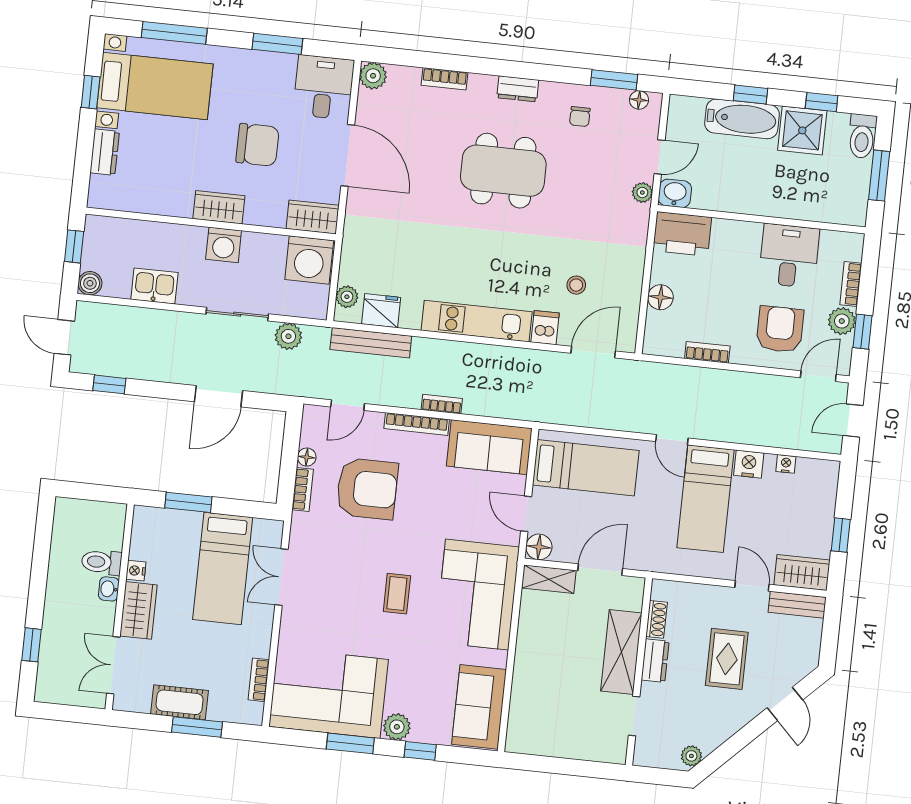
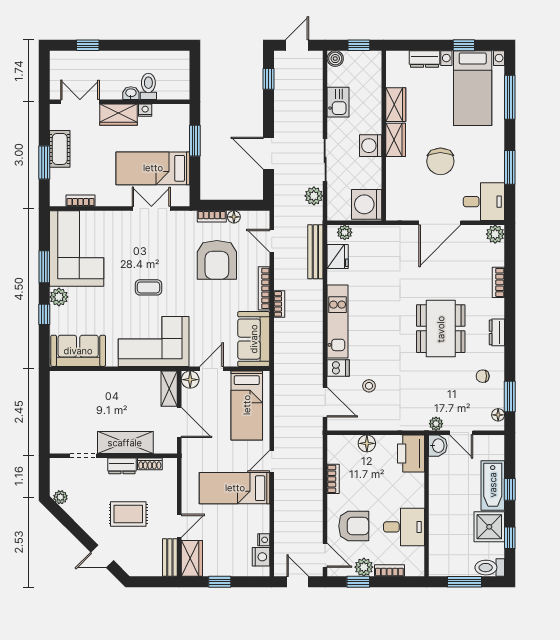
wardrobe: (313, 217) -> (396, 105), moved
nightstand: (749, 464) -> (261, 557), moved

